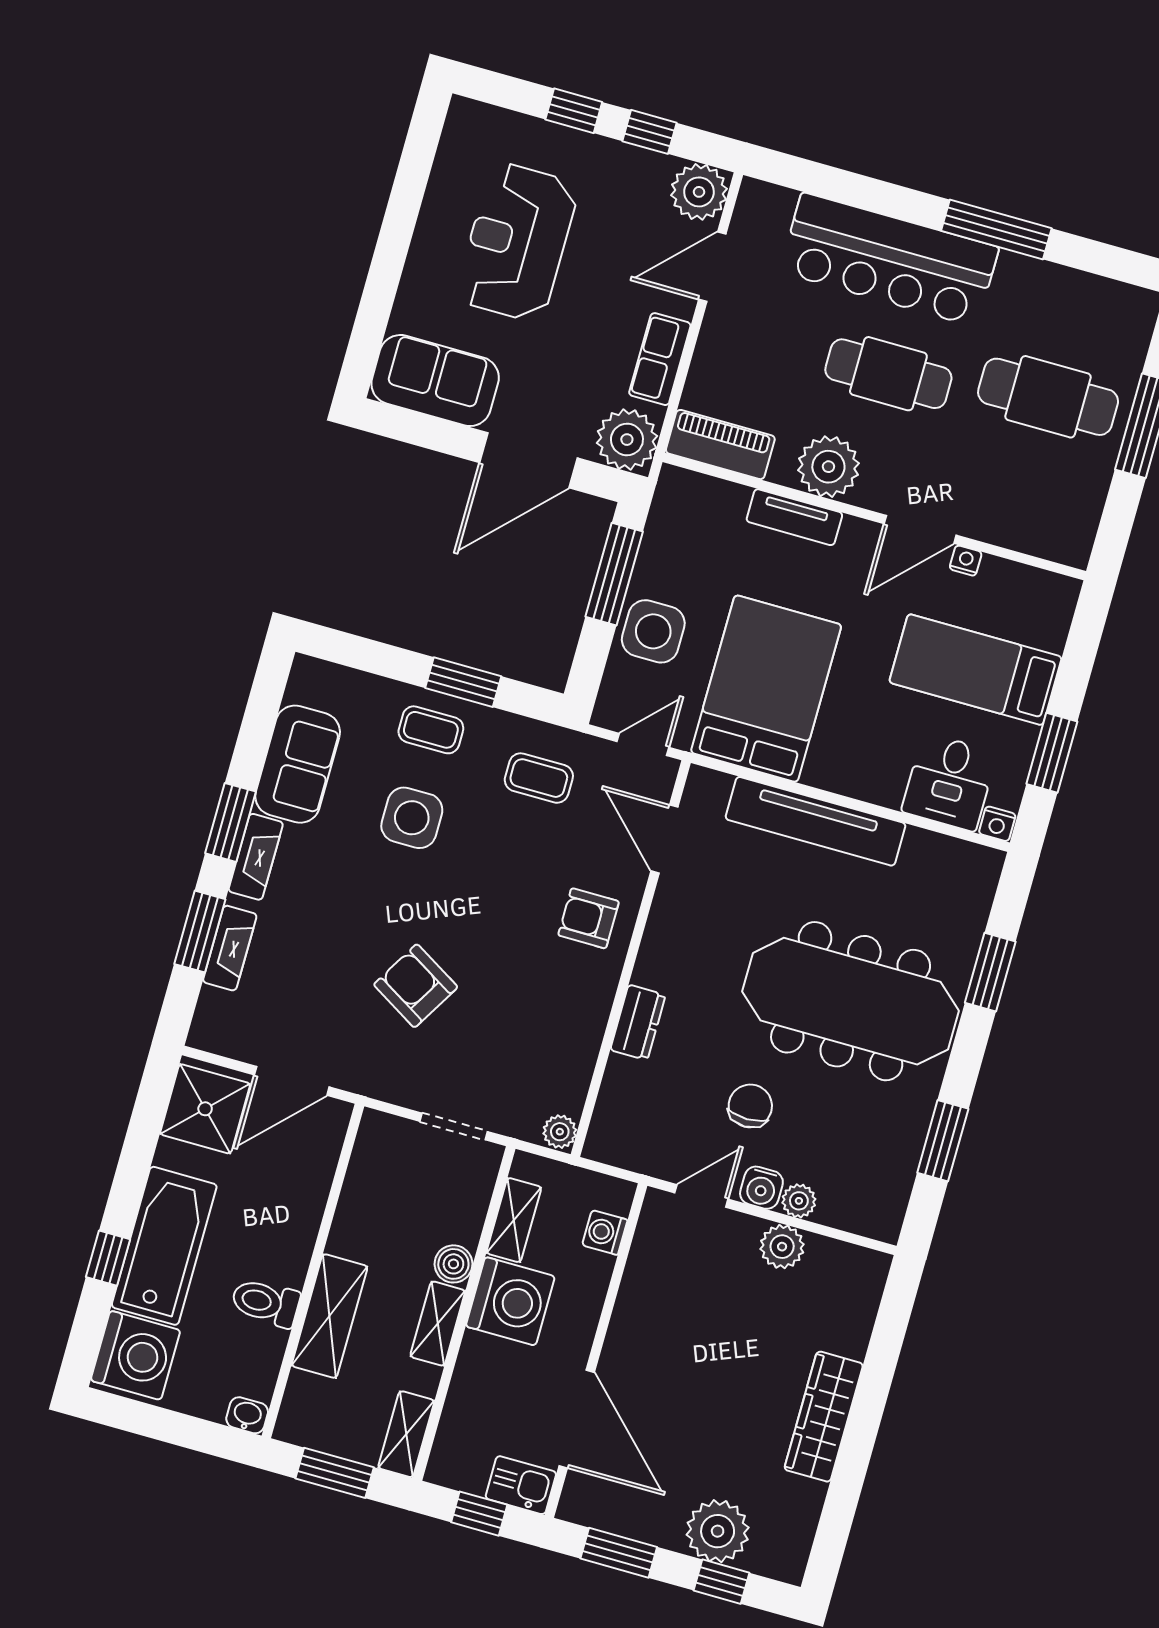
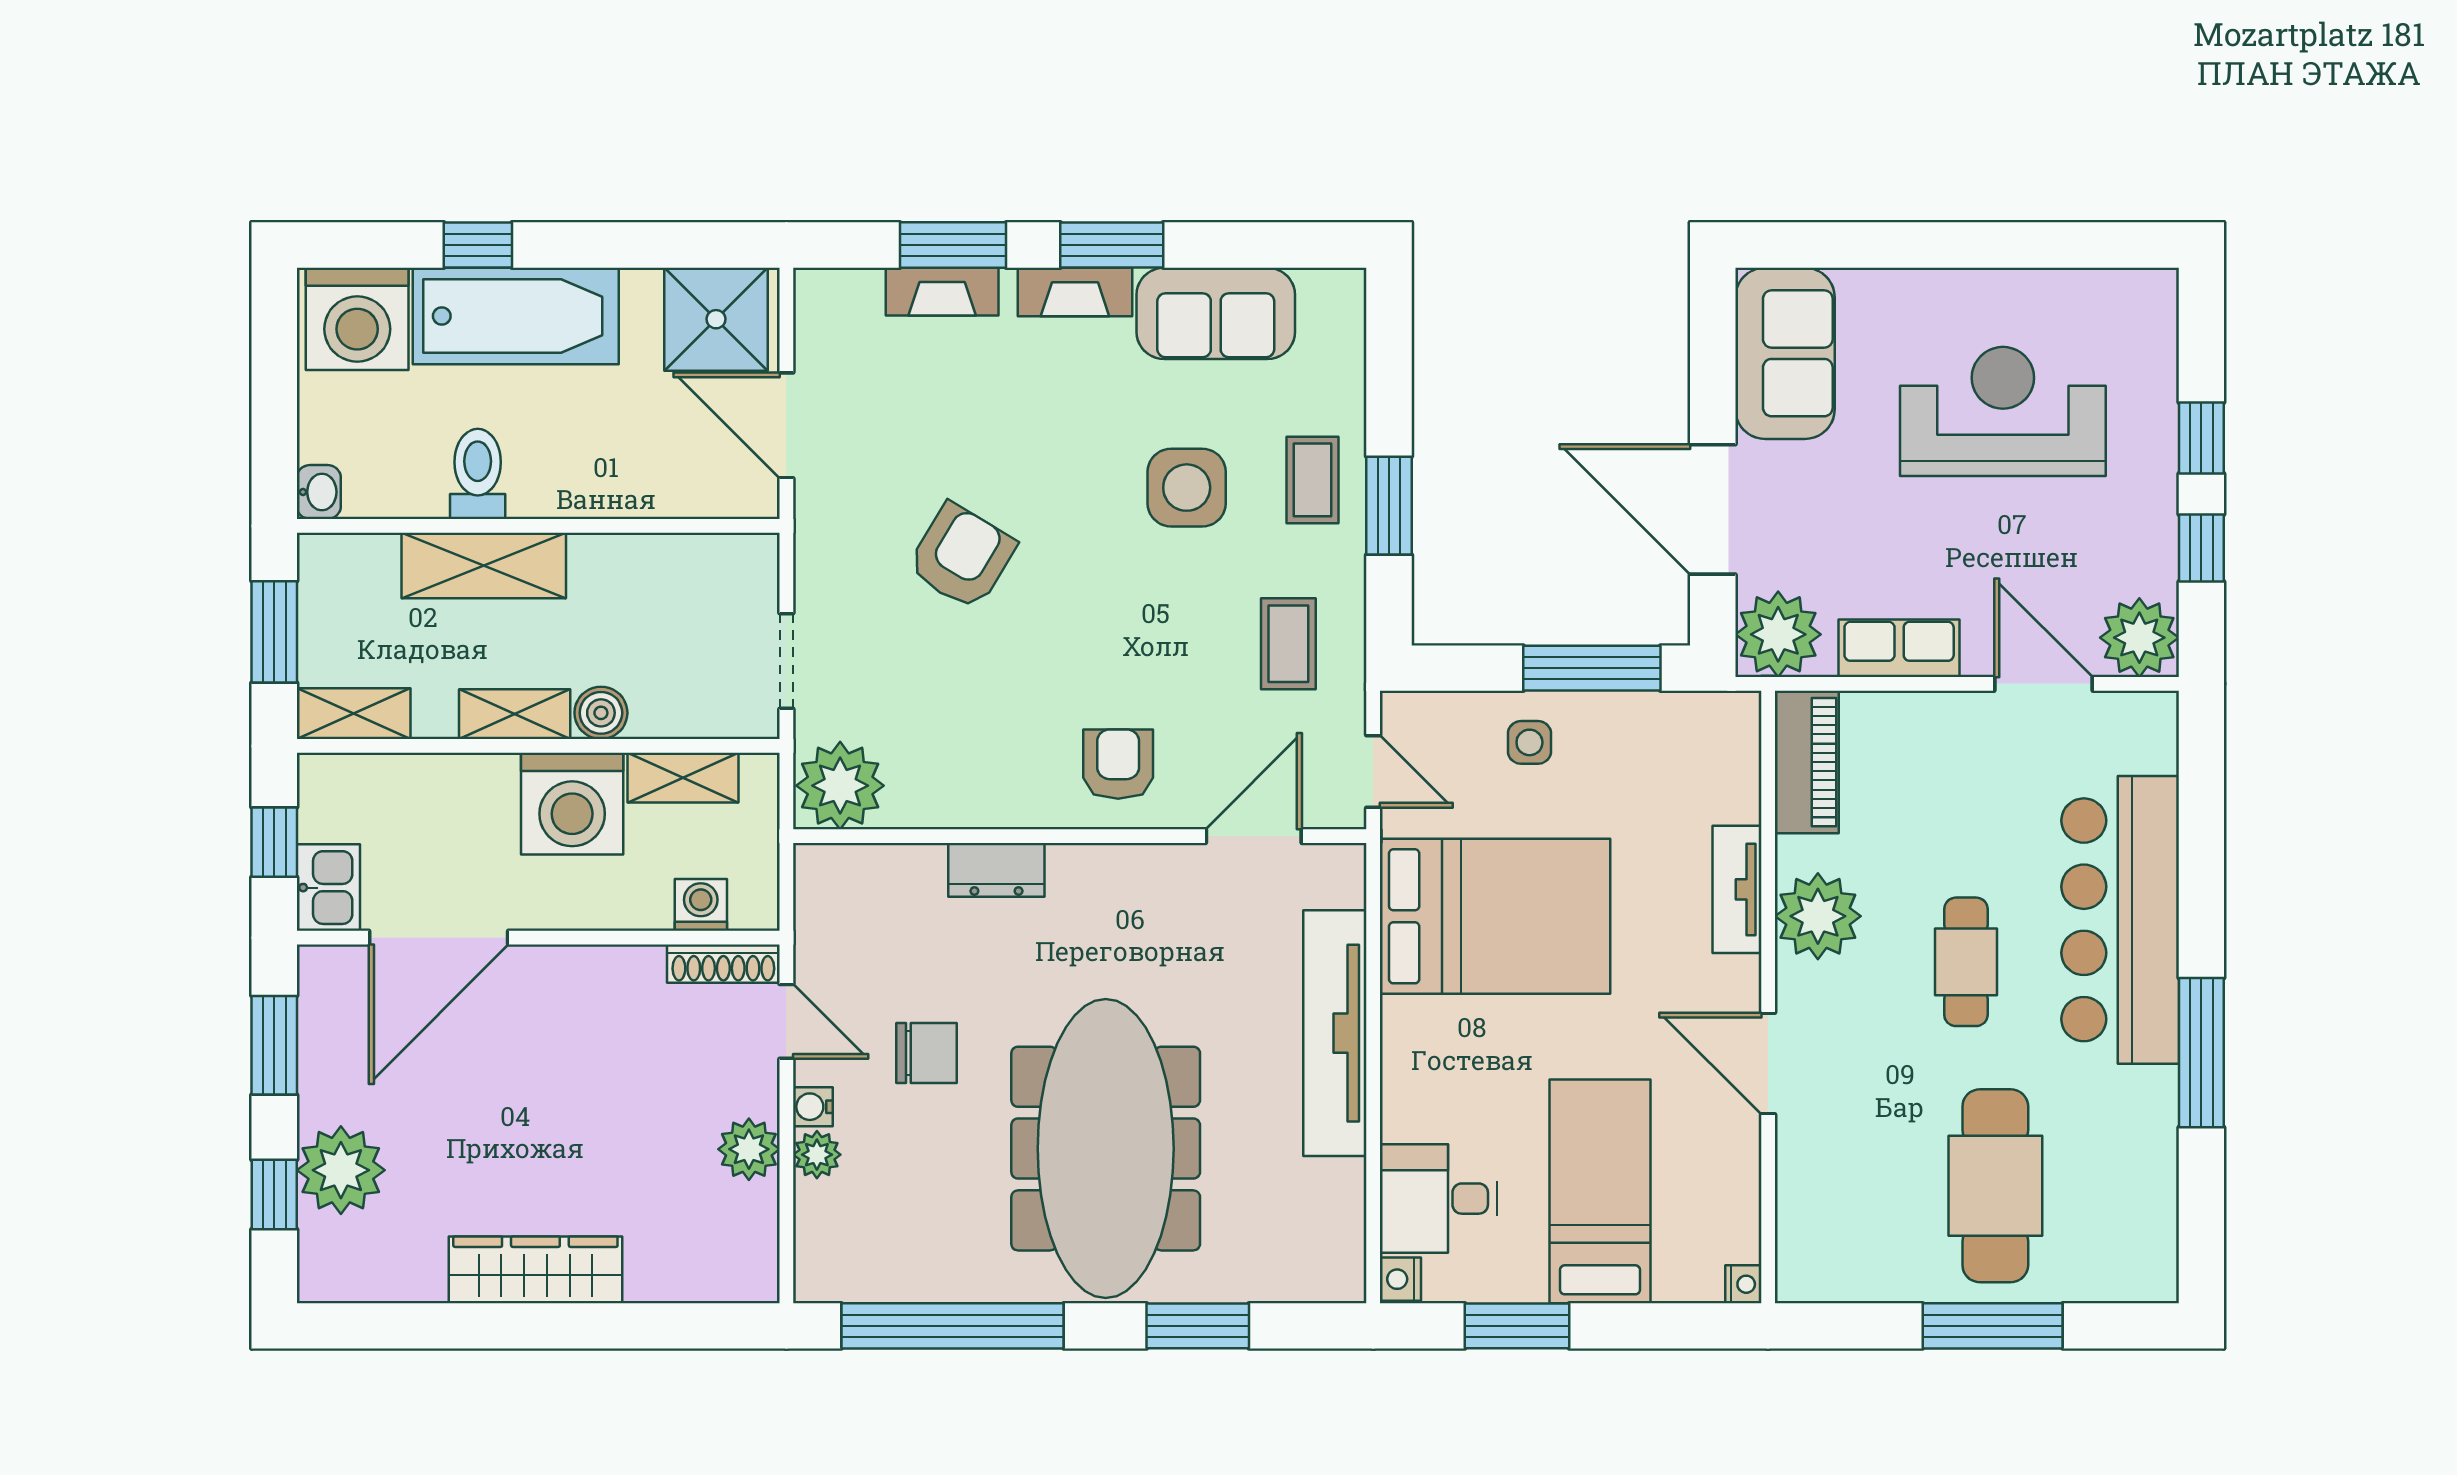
cafe table: (888, 374) -> (1966, 962), width x0.73, depth x0.74
nightstand: (966, 561) -> (1743, 1284), moved
side table: (653, 631) -> (1529, 742), width x0.54, depth x0.54
plant: (560, 1132) -> (840, 786), width x1.87, depth x1.87
window: (943, 1141) -> (953, 1326), width x2.11
water cooler: (761, 1188) -> (813, 1107), width x0.72, depth x0.72
shoe rack: (650, 1228) -> (723, 964), added

